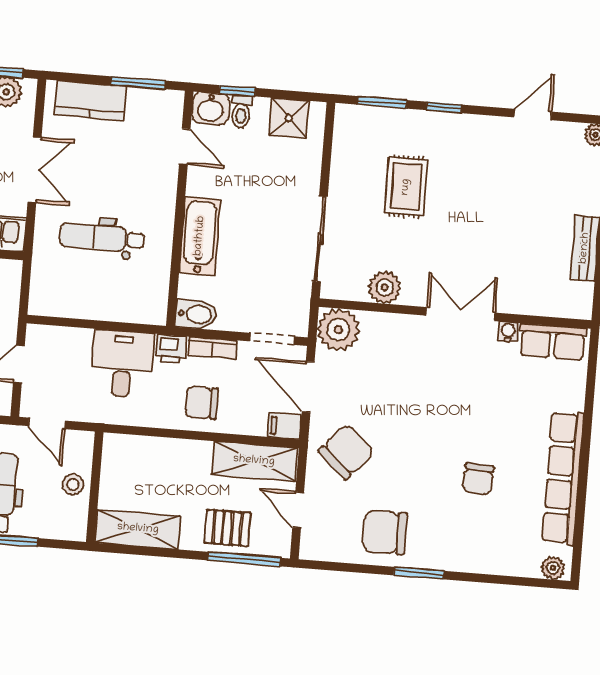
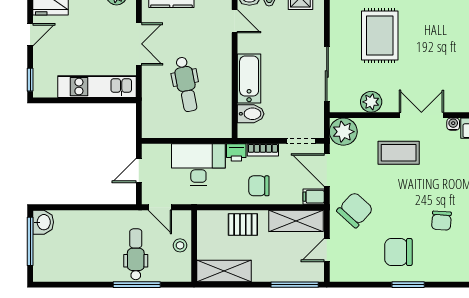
rug: (406, 187) -> (380, 36), width x1.36, depth x1.43
dental chair: (102, 238) -> (186, 84), turned -101
bidet: (196, 314) -> (251, 114), moved
desk: (123, 364) -> (198, 165), width x1.37
coffee table: (421, 369) -> (399, 153), added
door: (298, 510) -> (327, 250), hinge flipped
pallet: (227, 528) -> (243, 224), moved
chair: (385, 532) -> (398, 252), moved

